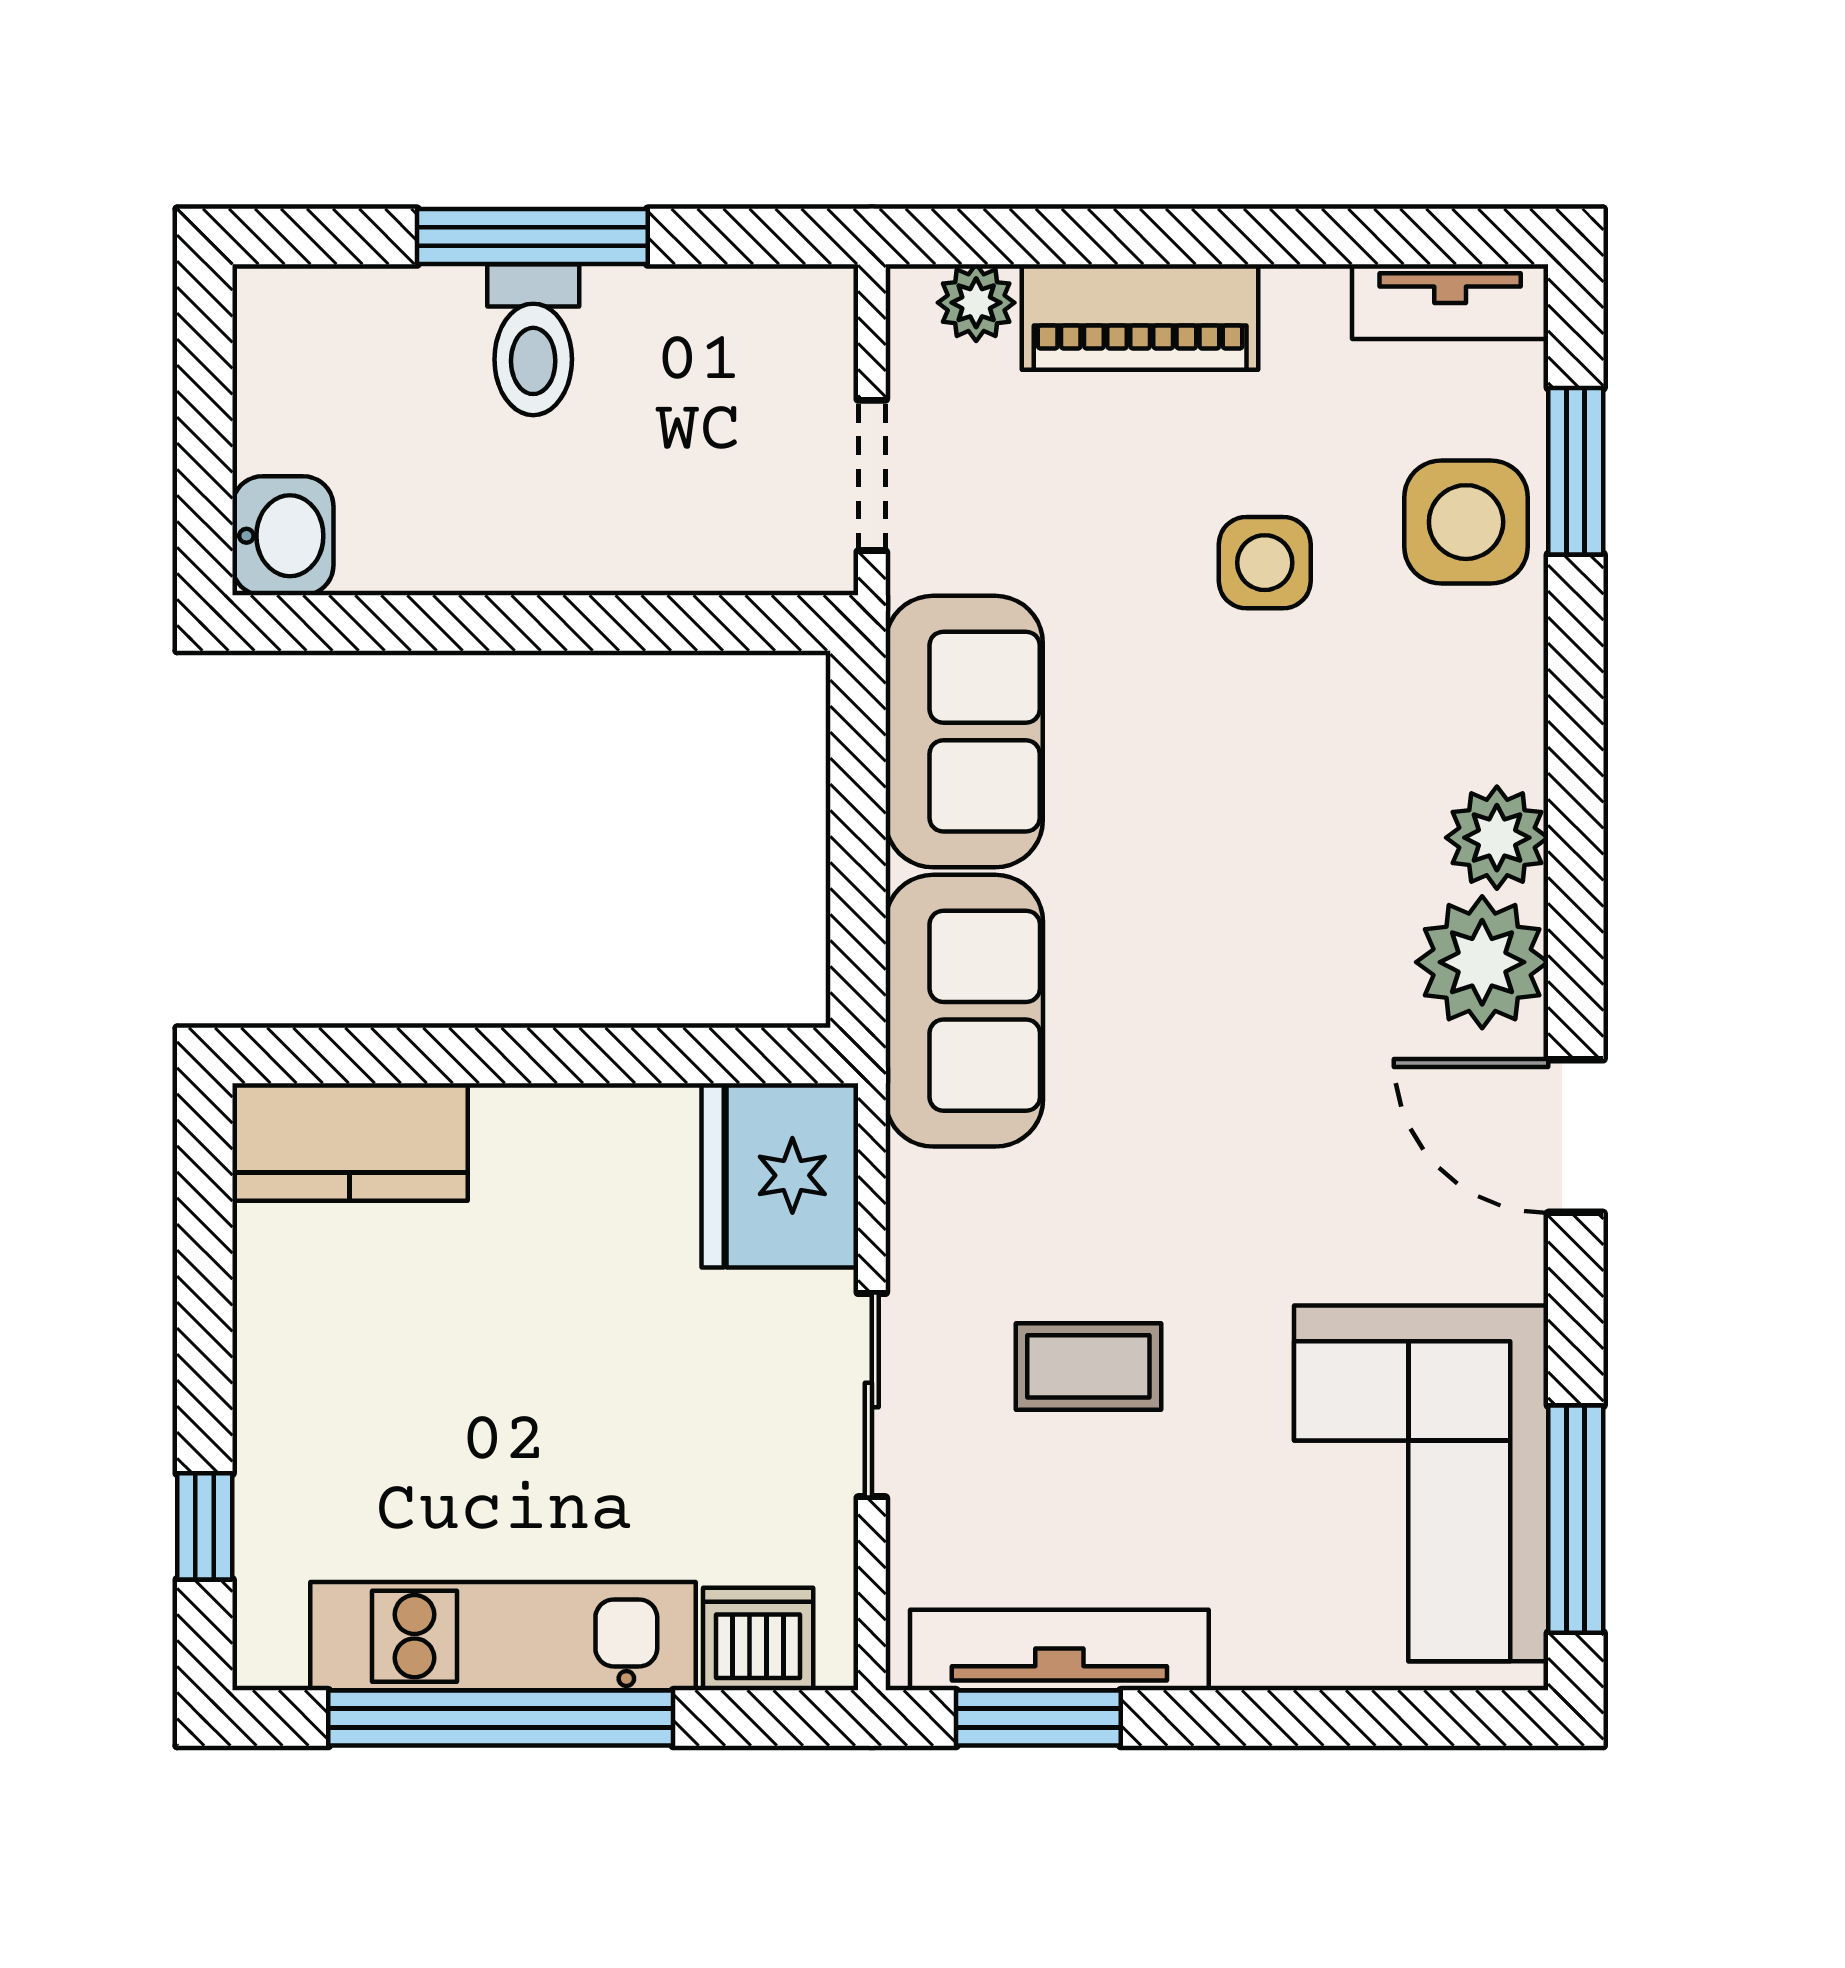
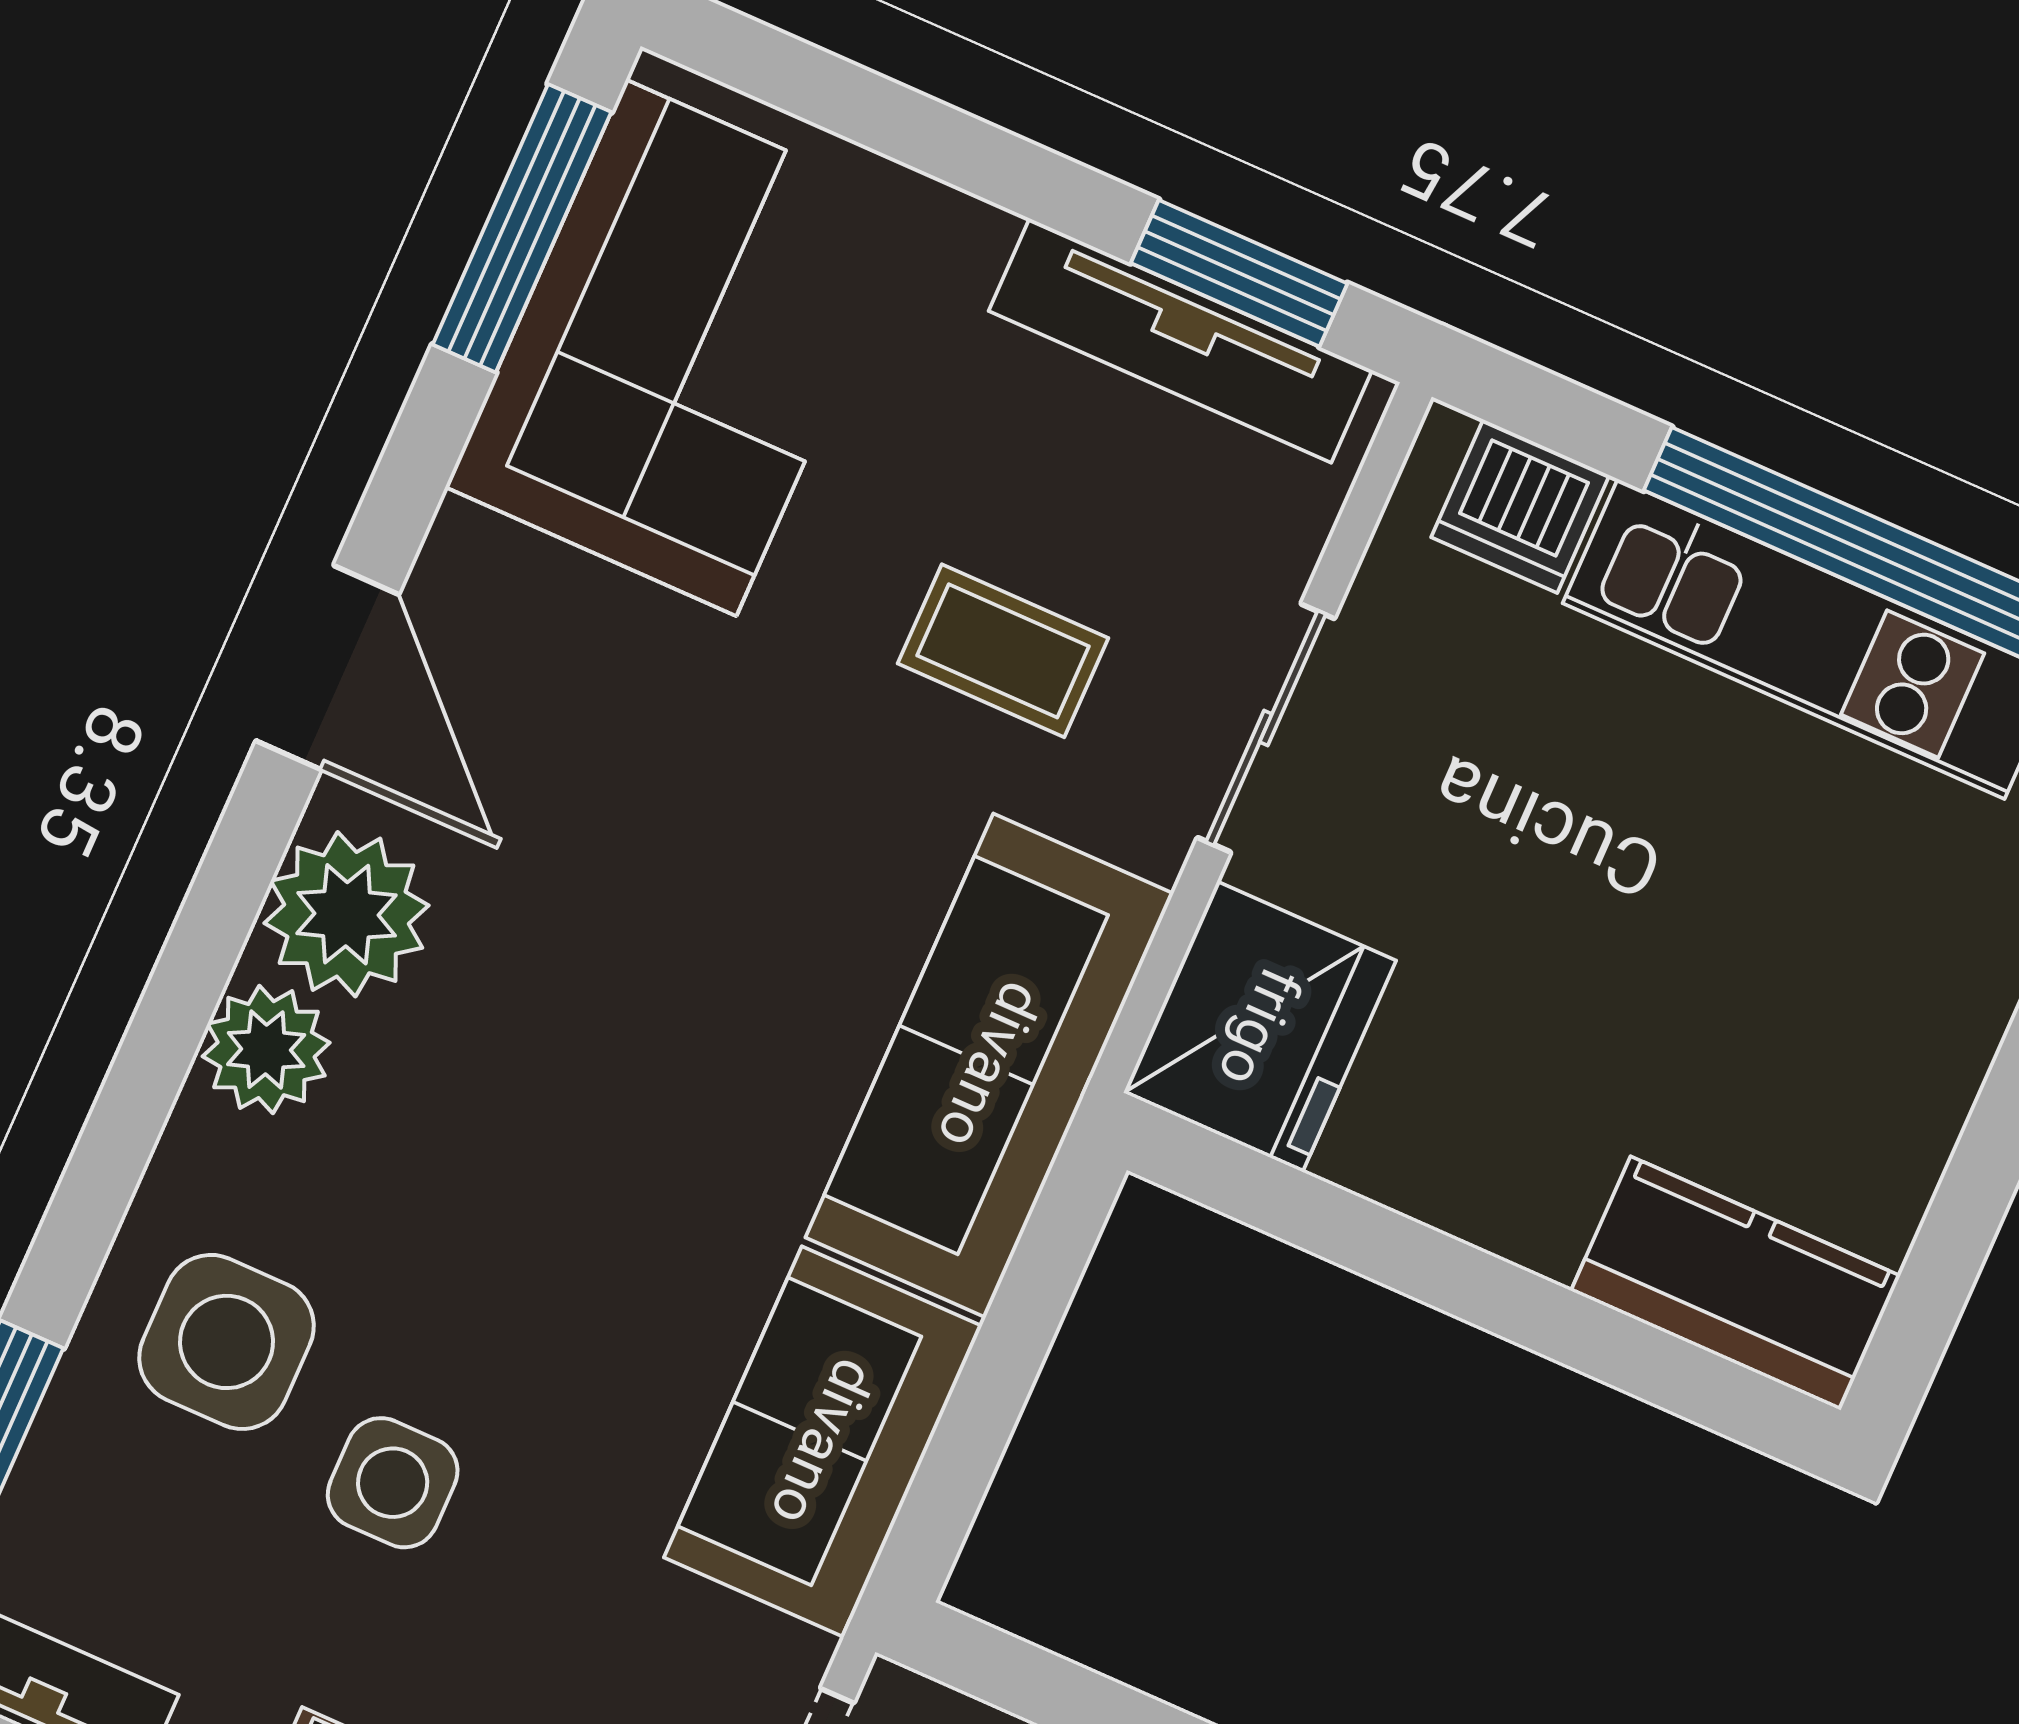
side table: (1466, 522) -> (227, 1342), moved
sofa: (964, 1011) -> (990, 1065), width x1.36

